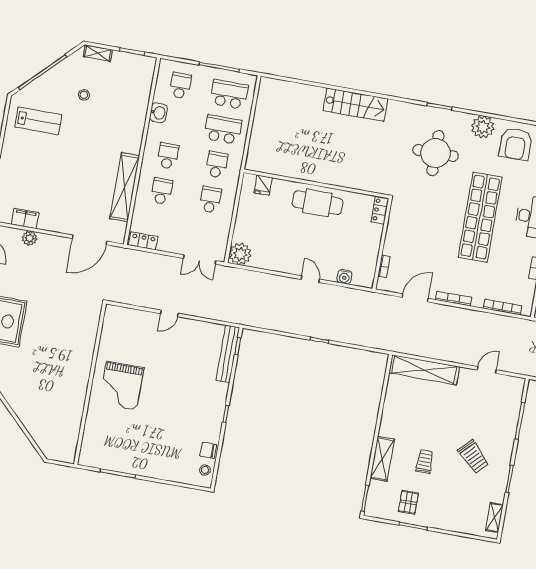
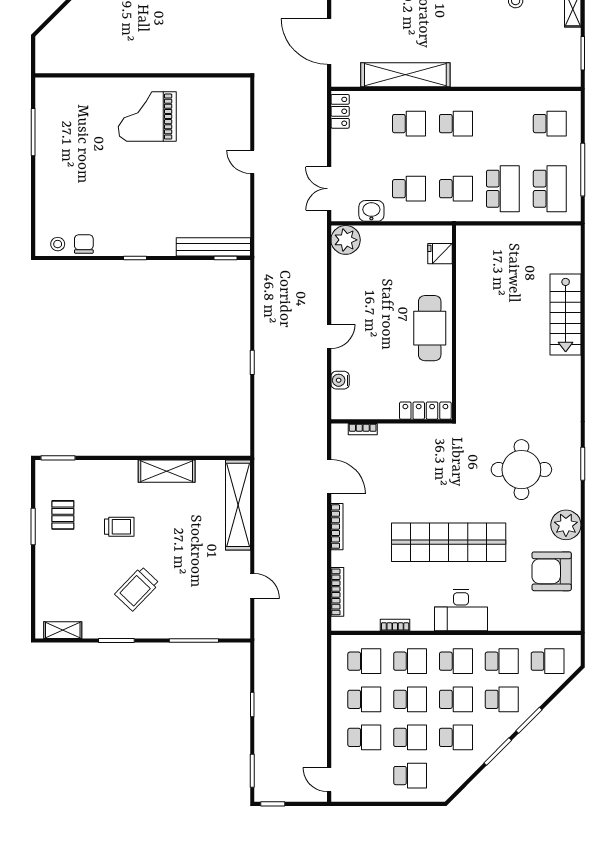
stairs: (355, 105) -> (566, 314), moved
washbasin: (158, 113) -> (371, 211), moved, turned 180
locker: (380, 210) -> (425, 411), width x1.53
shelving: (382, 459) -> (167, 471), moved
pallet: (408, 502) -> (63, 515), turned 90

